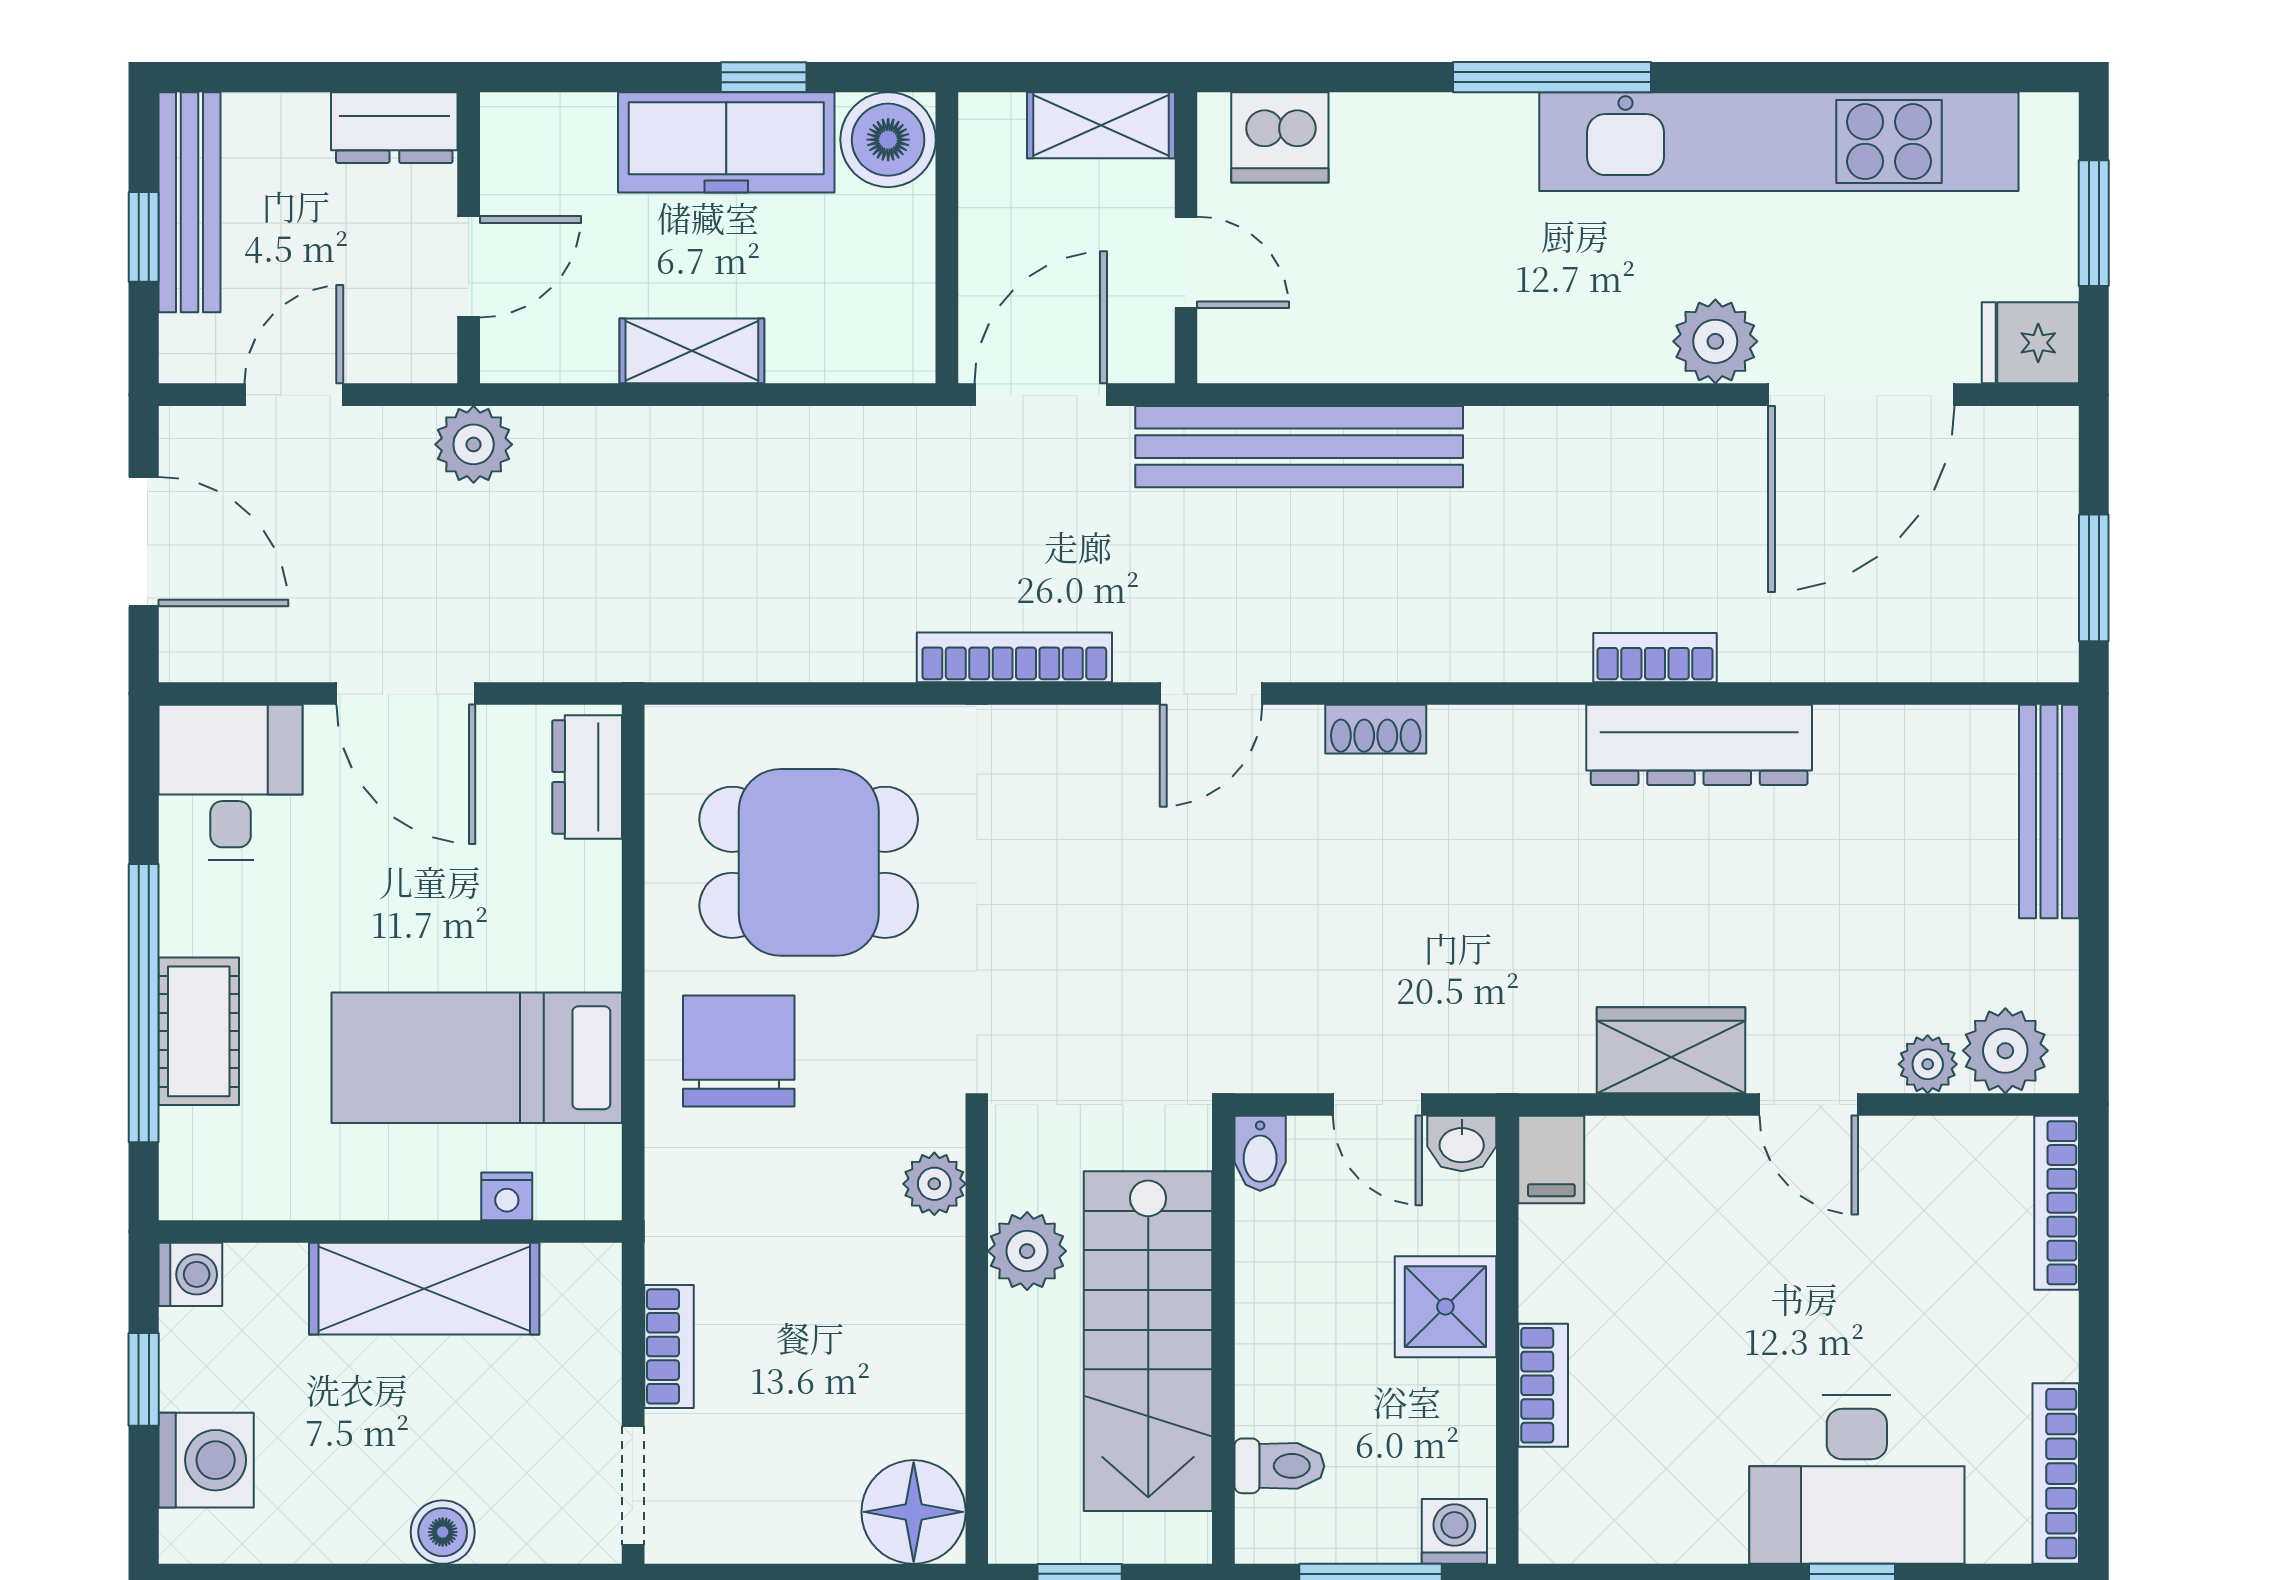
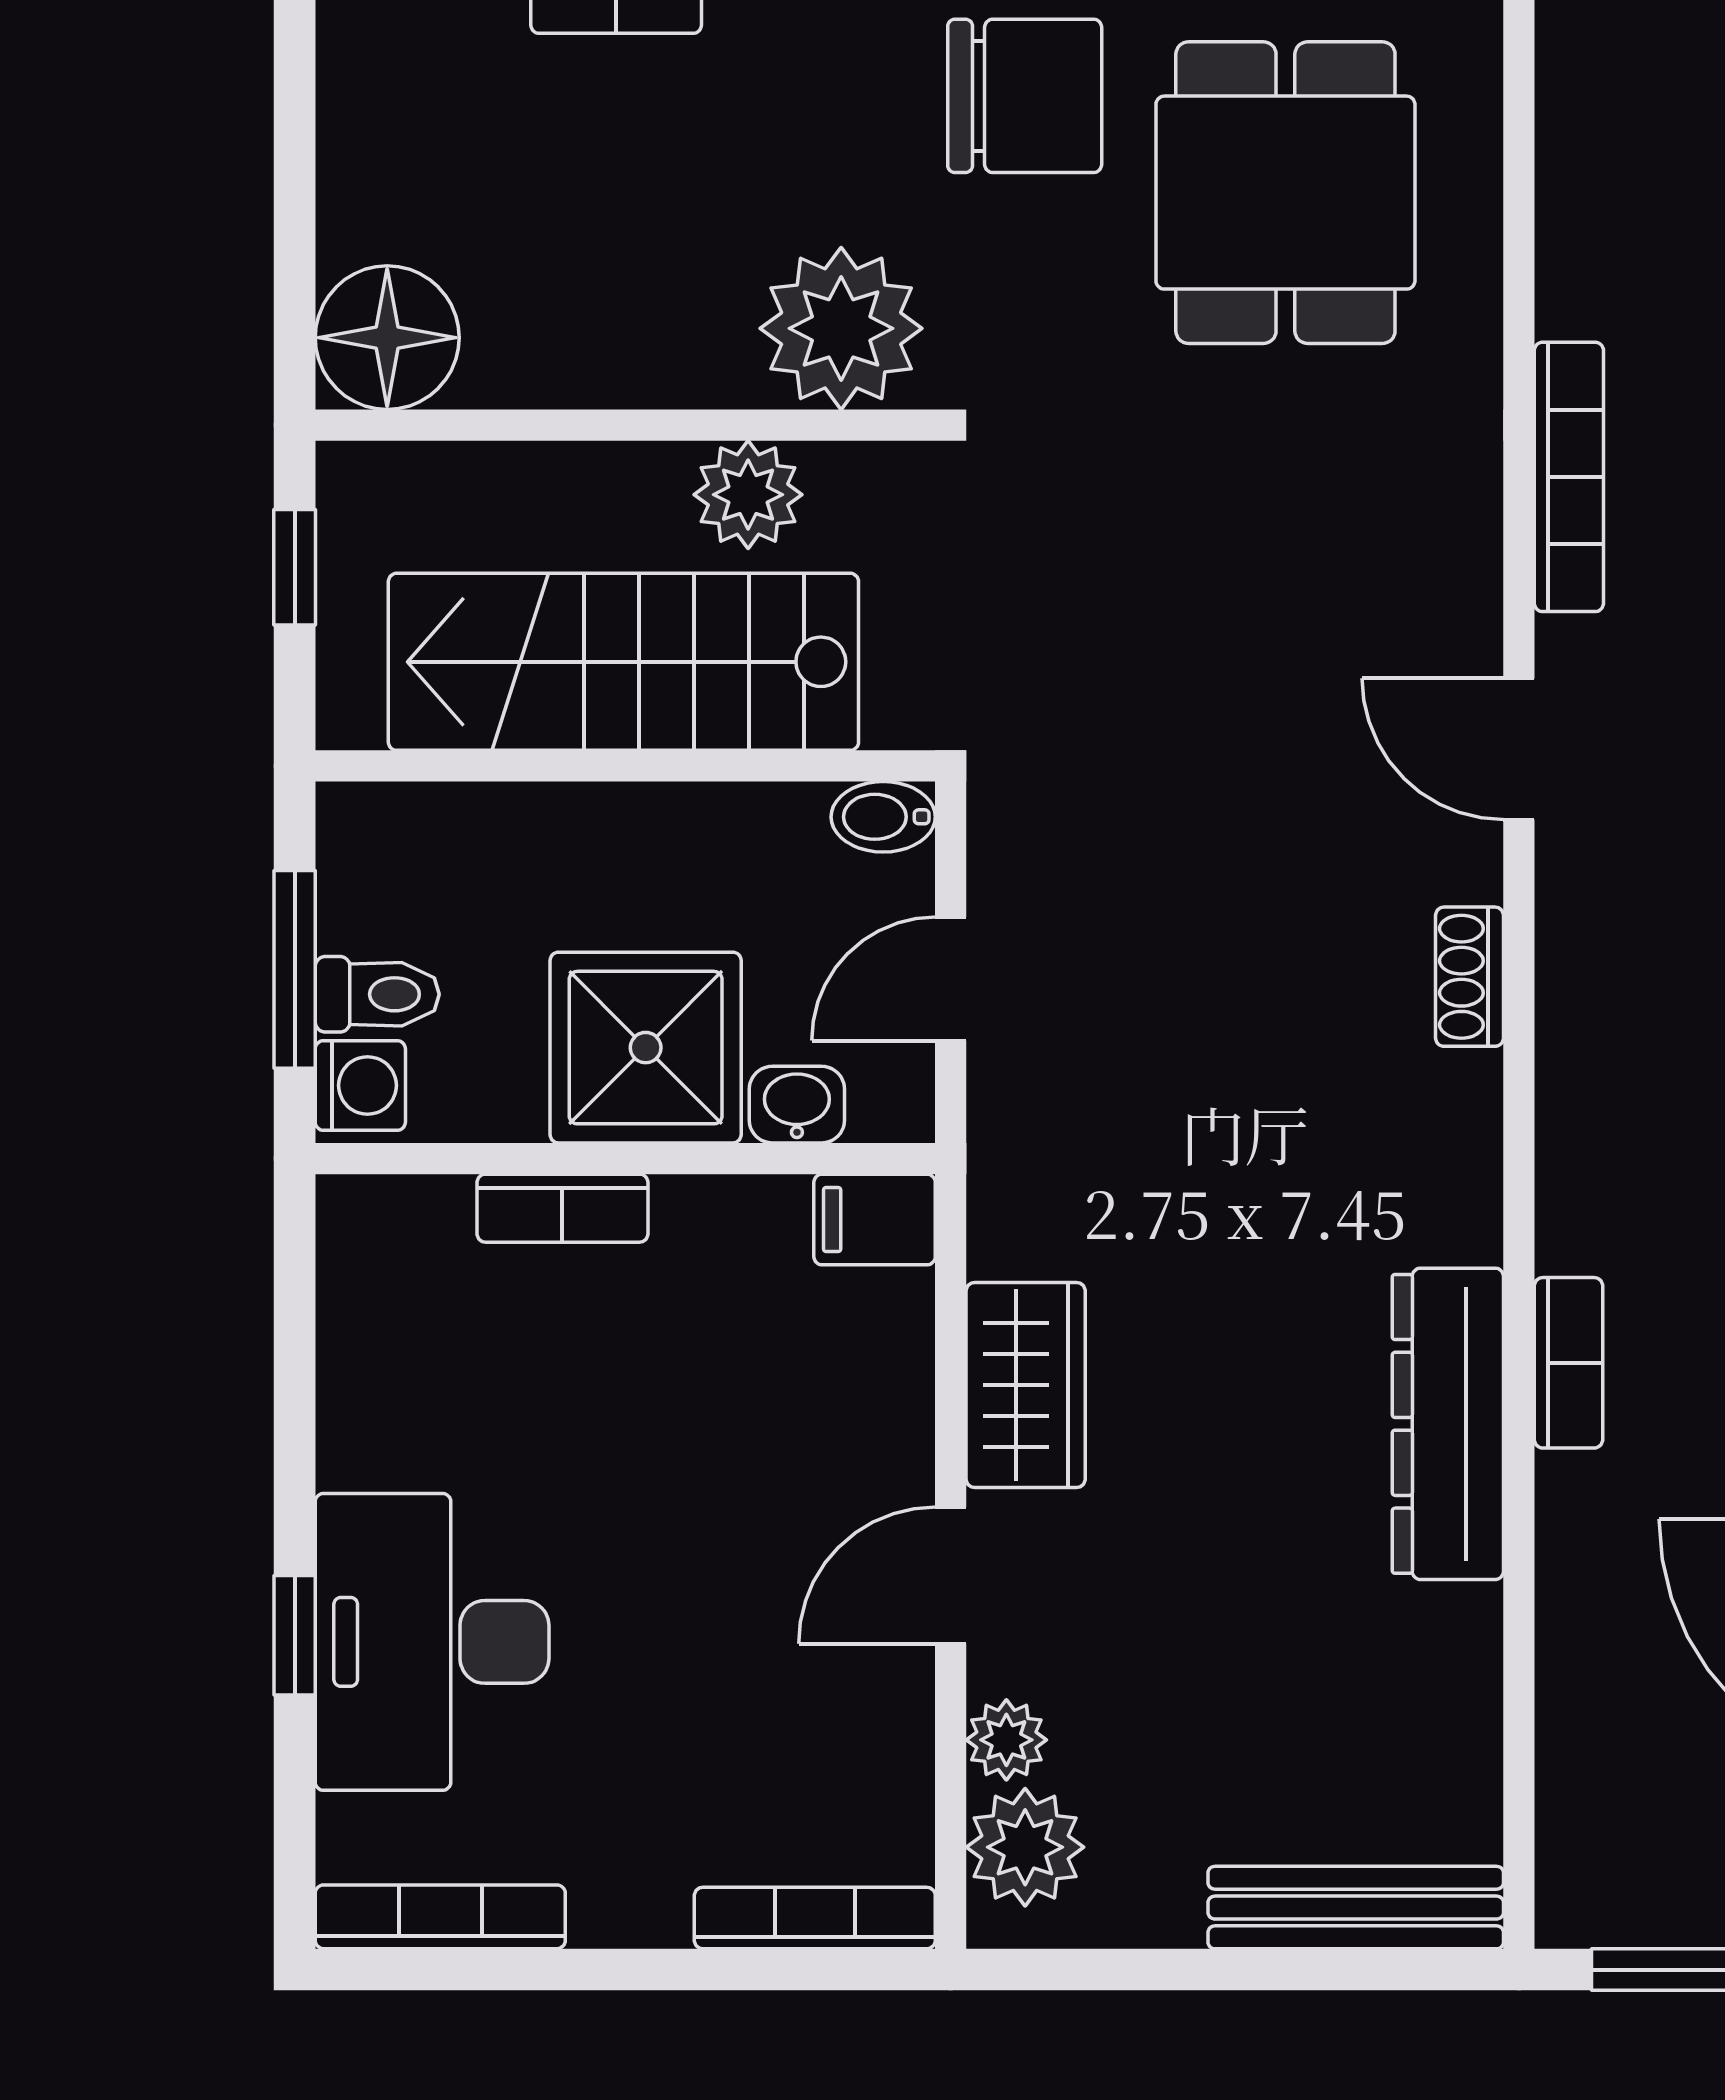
washbasin: (1462, 1143) -> (797, 1105), moved, turned 90
plant: (934, 1184) -> (841, 328), width x1.87, depth x1.87
shower: (1445, 1307) -> (646, 1048), width x1.36, depth x1.36
toilet: (1279, 1466) -> (377, 994), moved, turned -90

